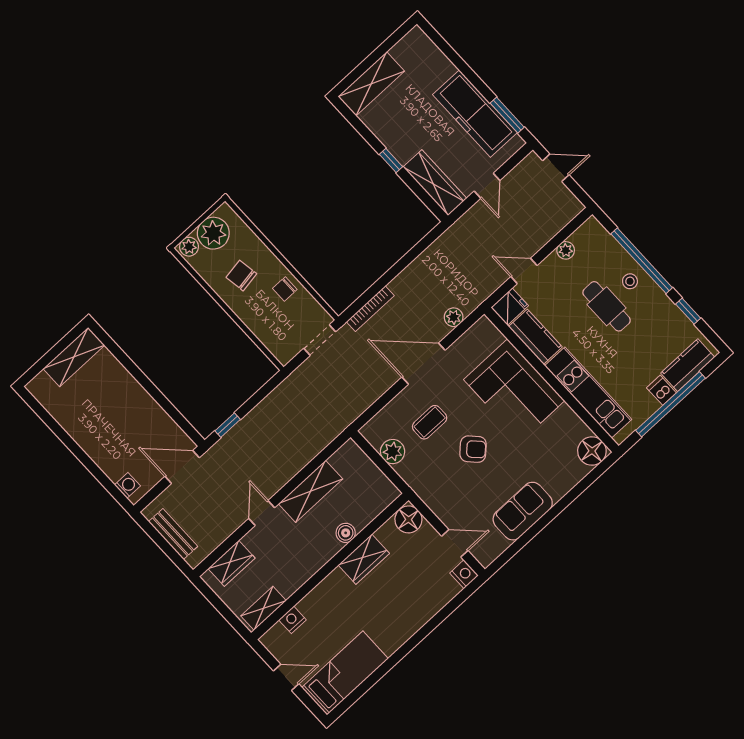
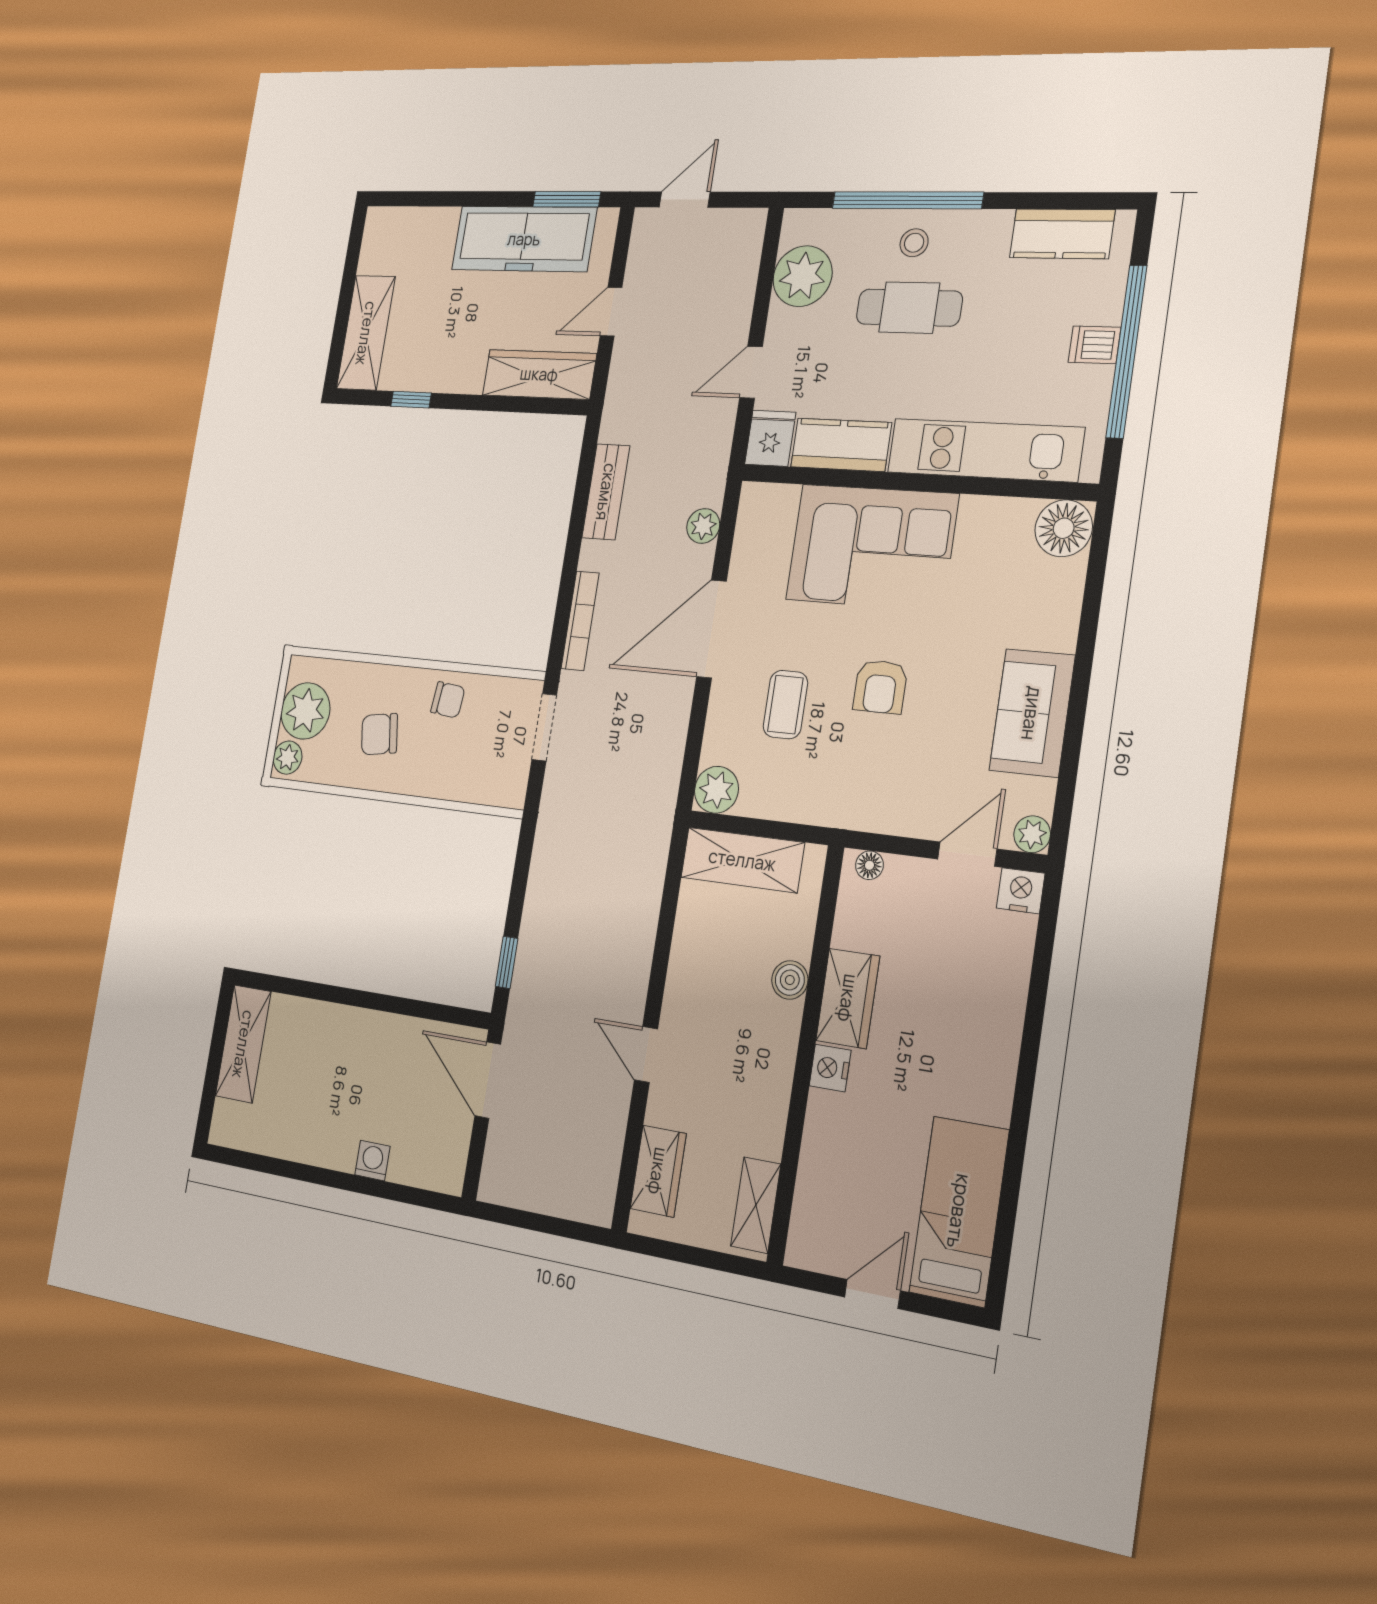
window: (391, 161) -> (411, 400), moved
door: (487, 186) -> (611, 312), swing flipped
plant: (566, 250) -> (803, 276), width x1.88, depth x1.88
chair: (285, 289) -> (448, 700), turned -84
window: (688, 311) -> (1036, 201), removed
kitchen counter: (688, 365) -> (1062, 234), moved, turned -90
armchair: (473, 449) -> (880, 687), turned 134
plant: (393, 452) -> (716, 790), moved
door: (182, 467) -> (488, 1080), hinge flipped
washing machine: (127, 485) -> (372, 1161), moved
shelving: (311, 491) -> (742, 860), moved, turned 90
floor lamp: (408, 519) -> (869, 865), width x0.53, depth x0.53
bench: (173, 534) -> (606, 492), moved, turned 90
plant: (485, 557) -> (1032, 834), added
nightstand: (292, 620) -> (830, 1068), moved

